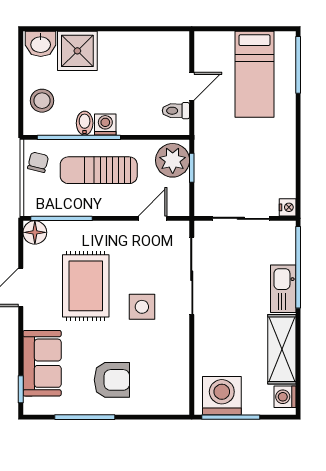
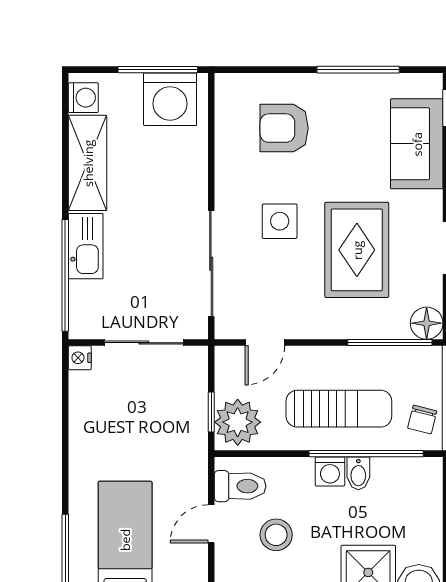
stool: (42, 101) -> (276, 535), moved
toilet: (176, 111) -> (240, 486), width x1.37, depth x1.39
armchair: (112, 380) -> (284, 128), moved

